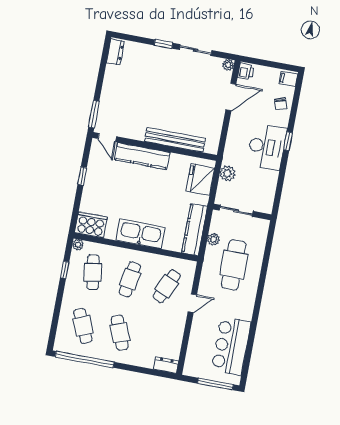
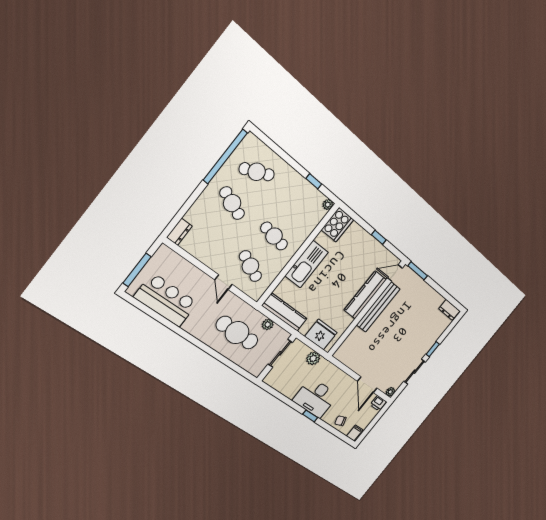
bench: (175, 140) -> (378, 307), moved
cafe table: (93, 272) -> (298, 206), removed
cafe table: (120, 333) -> (232, 203), turned 42

